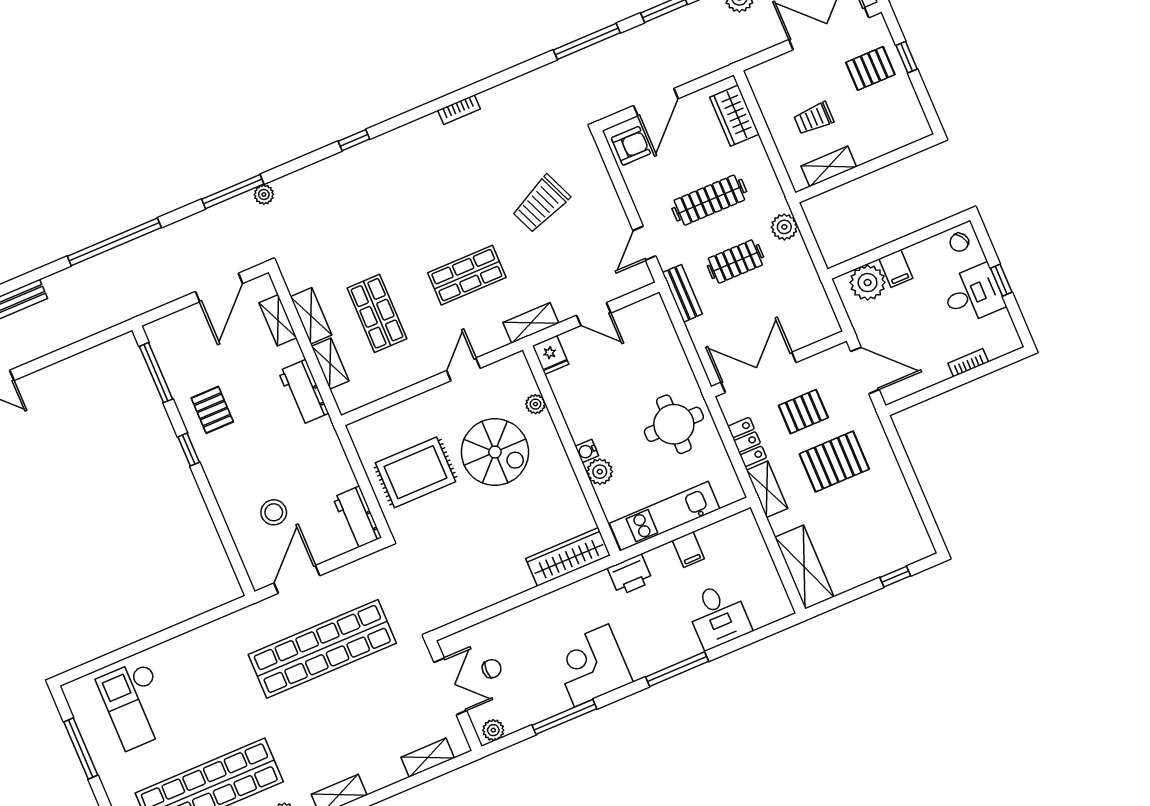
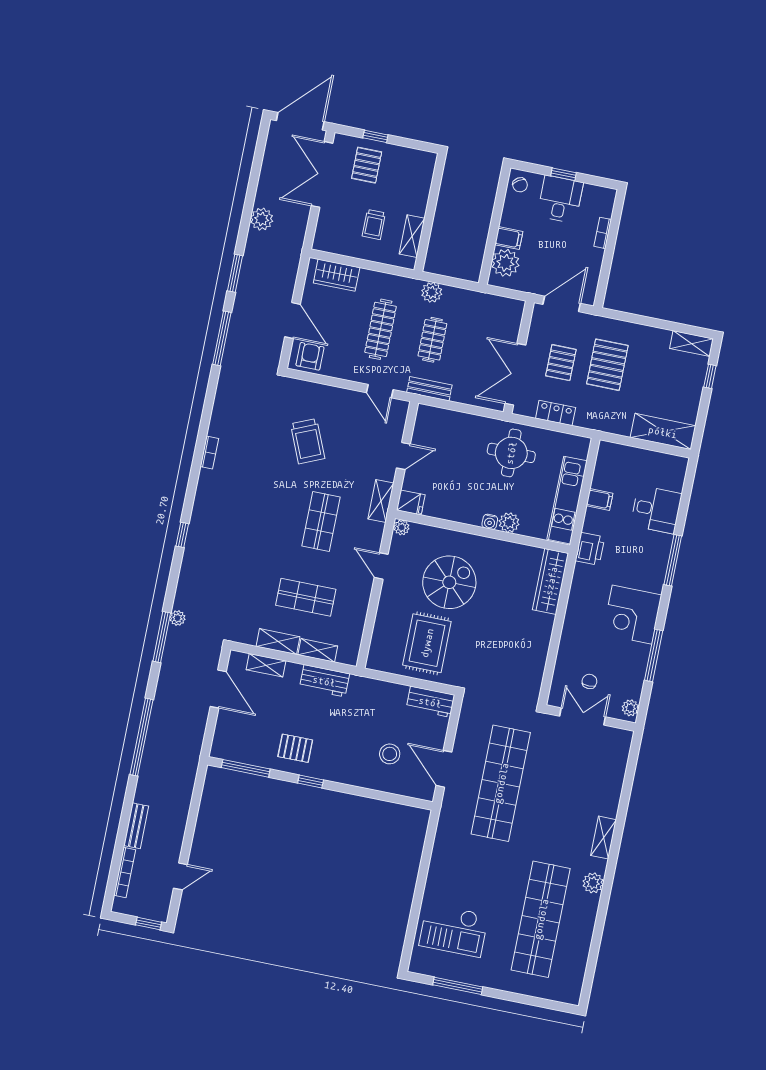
plant: (535, 404) -> (402, 527), moved
shelving: (767, 489) -> (692, 344), moved
shelving: (428, 758) -> (619, 763), removed

